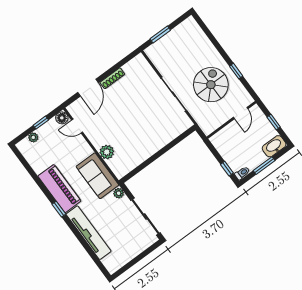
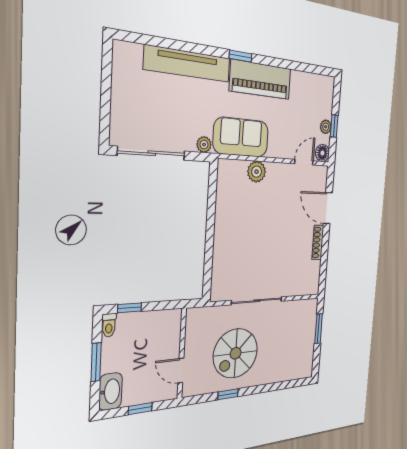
spiral stairs: (211, 85) -> (236, 353), turned 90
plant: (33, 137) -> (326, 127), moved

